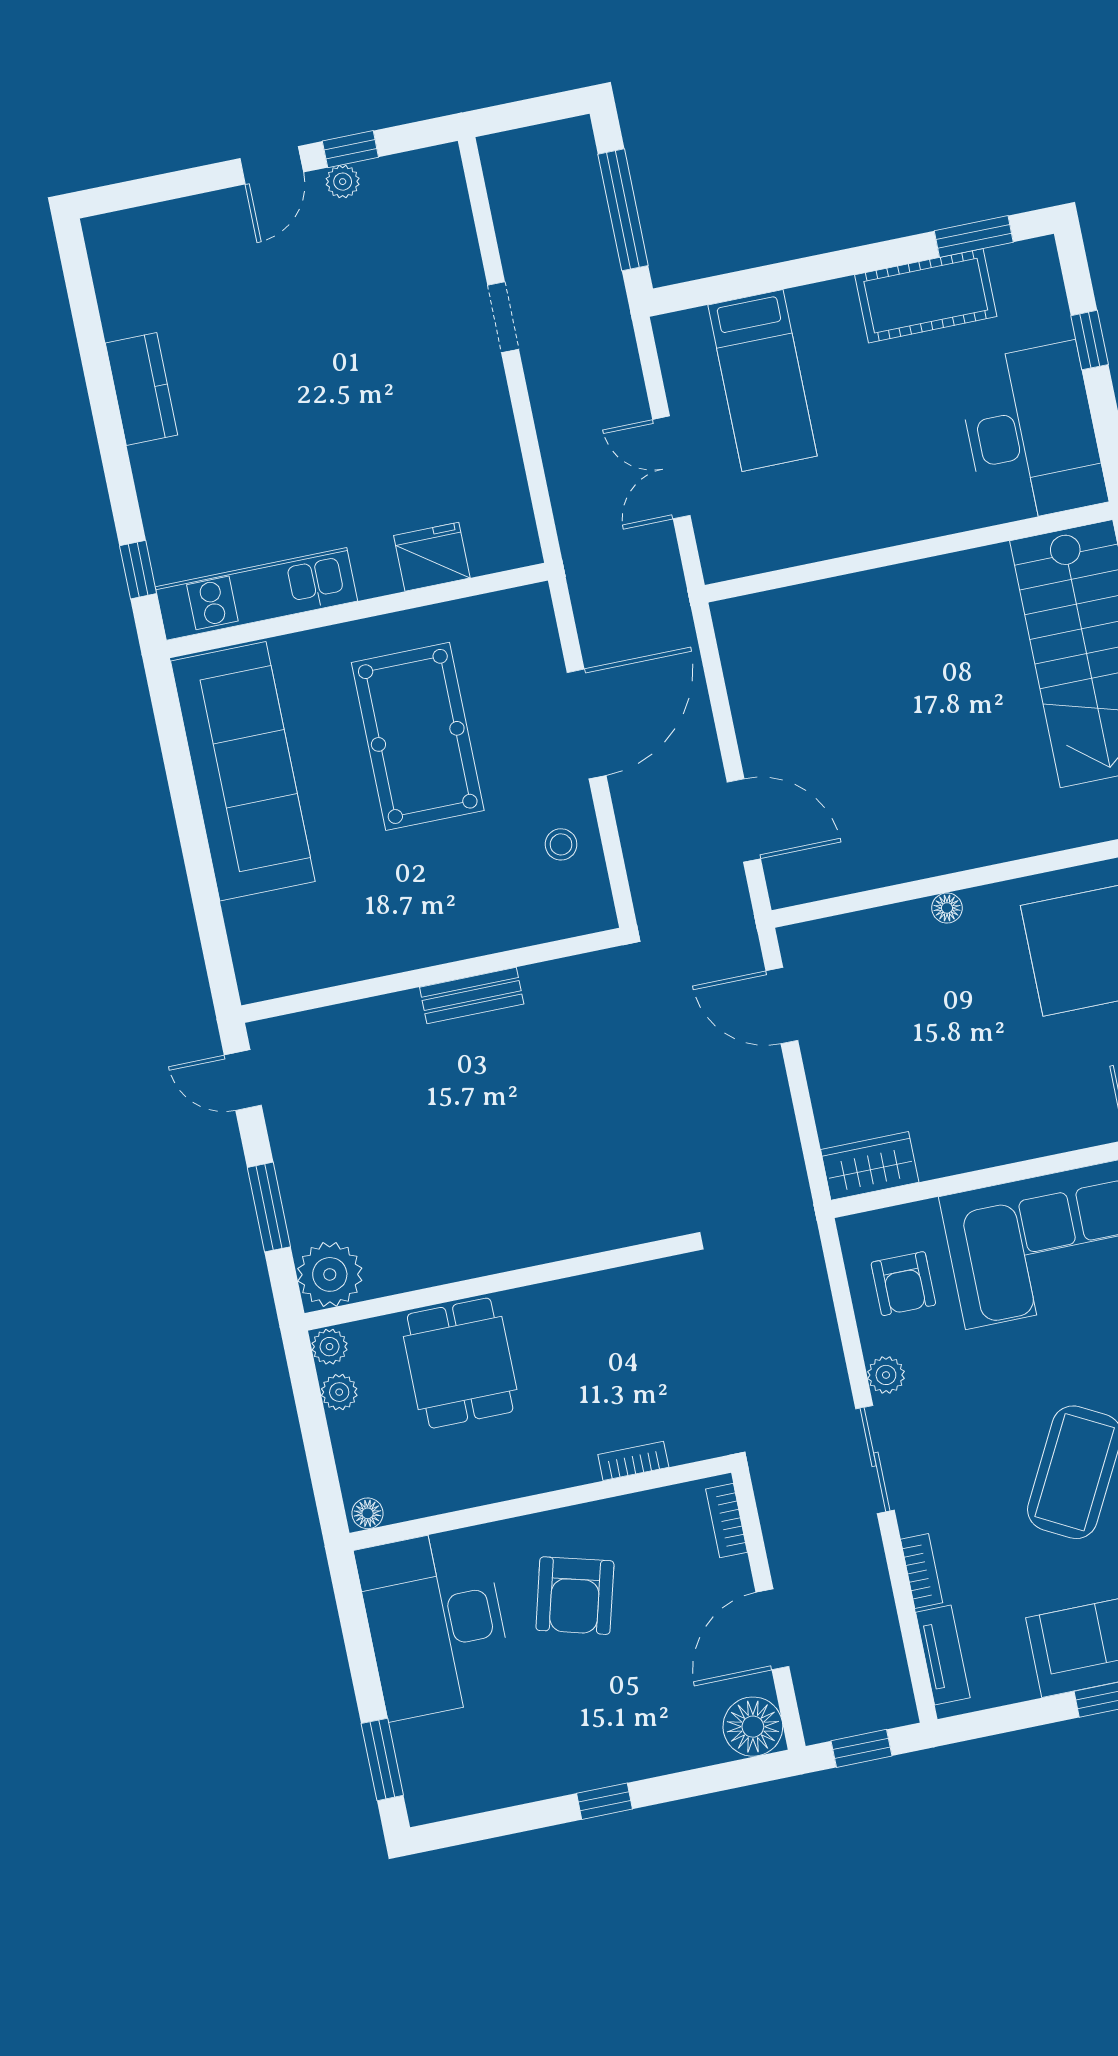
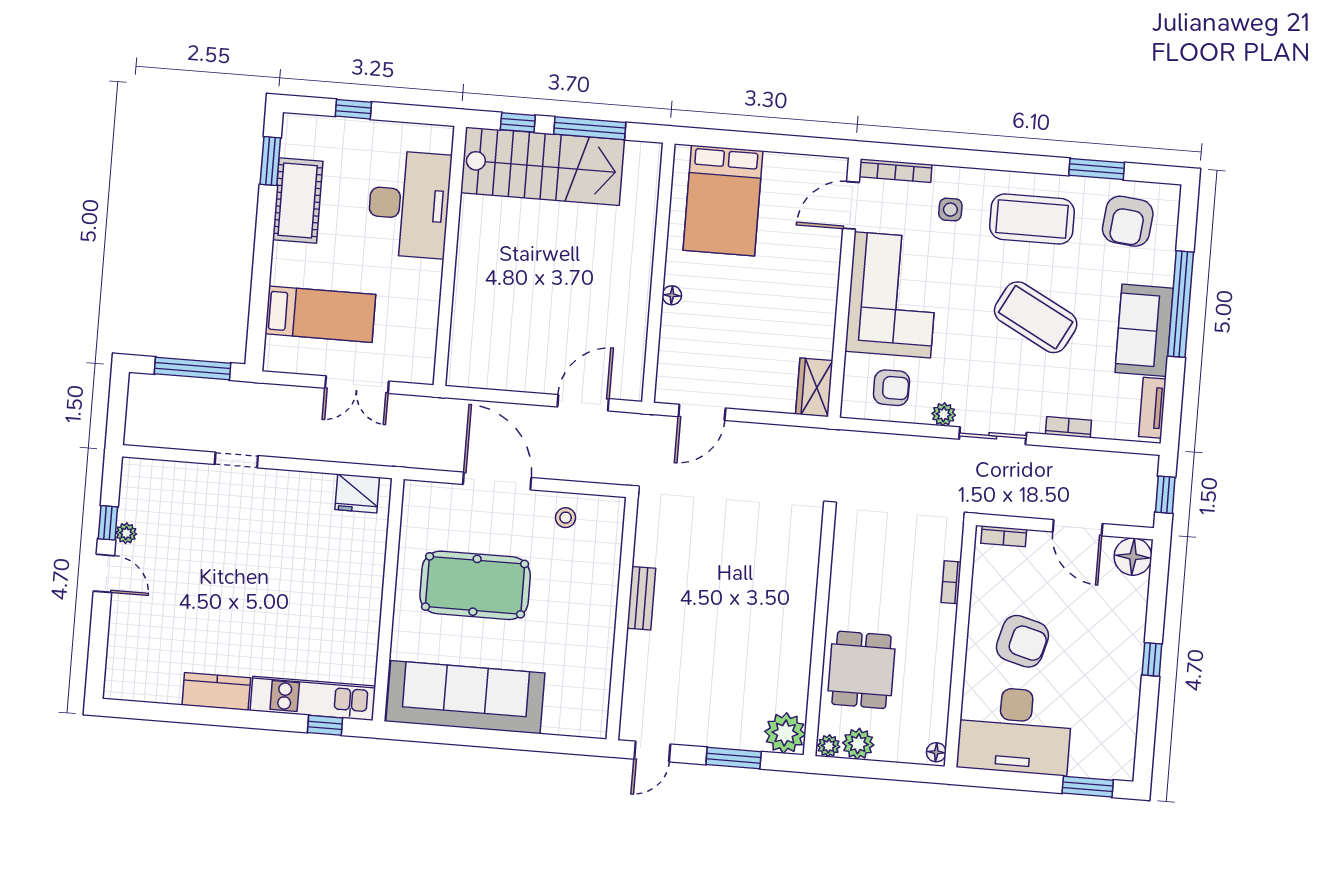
desk: (1031, 433) -> (409, 204), moved, turned 90
fridge: (432, 557) -> (357, 493), moved, turned -90
kitchen unit: (256, 594) -> (313, 698), moved, turned 90
dining table: (460, 1363) -> (862, 670), turned 90
plant: (339, 1392) -> (858, 744), width x1.38, depth x1.38
tv unit: (943, 1655) -> (1152, 408), moved, turned -90

